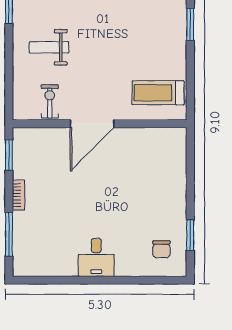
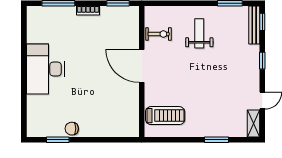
treadmill: (158, 93) -> (165, 116), turned 90
chair: (161, 249) -> (72, 129), moved
desk: (96, 257) -> (45, 69), width x1.87, depth x1.30

